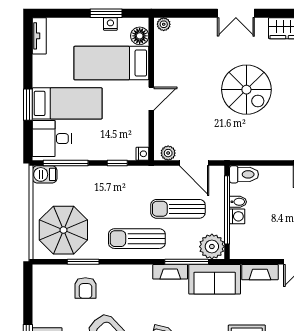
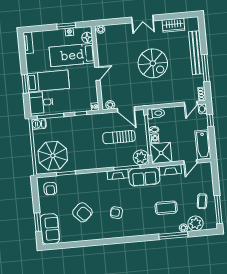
sun lounger: (137, 239) -> (96, 157), removed
shower: (247, 242) -> (161, 153), added
armchair: (85, 288) -> (50, 189), moved

